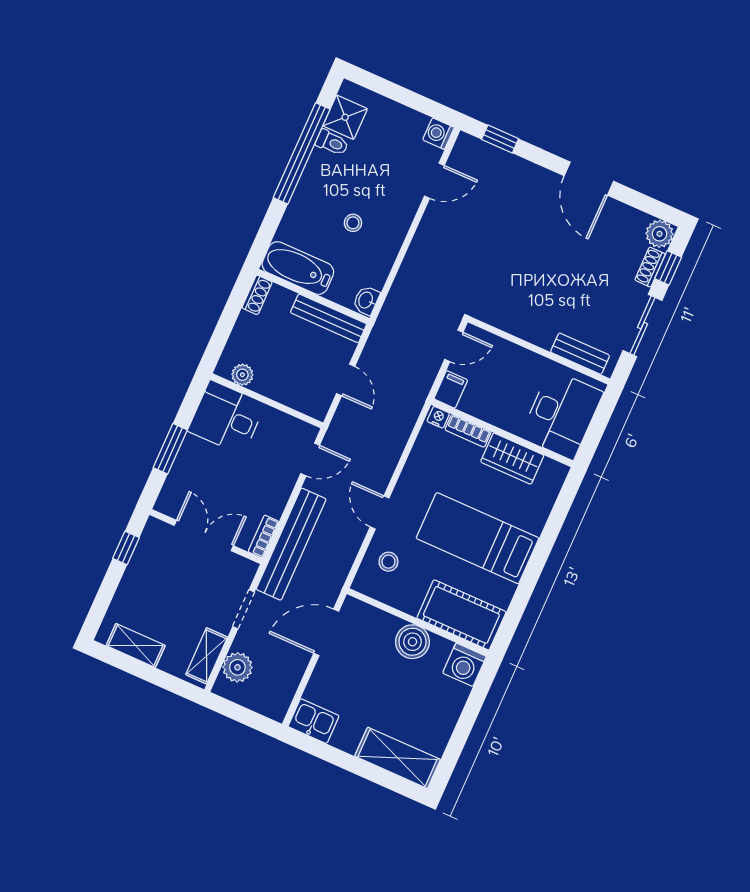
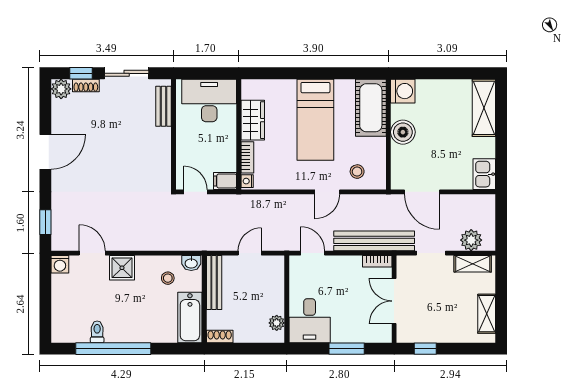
shower: (345, 117) -> (122, 268), moved
stool: (353, 223) -> (168, 278), moved

